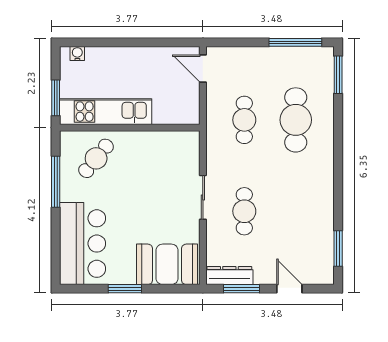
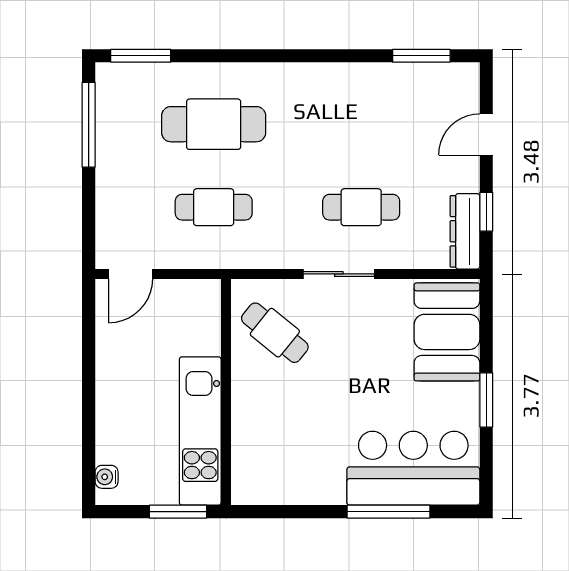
cafe table: (96, 158) -> (275, 333), moved
window: (56, 182) -> (389, 512), moved
window: (242, 289) -> (486, 212), width x0.67

